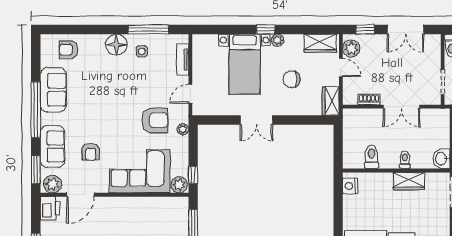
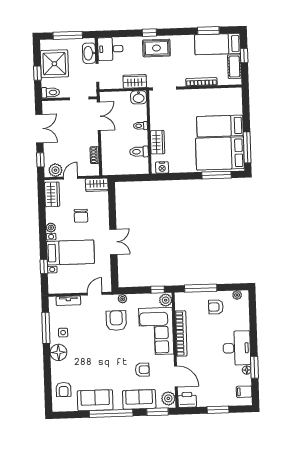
window: (266, 29) -> (44, 266), moved
door: (190, 94) -> (95, 294), swing flipped
double door: (401, 107) -> (99, 116), moved
wardrobe: (409, 181) -> (158, 142), moved
bookcase: (136, 203) -> (181, 334), added

